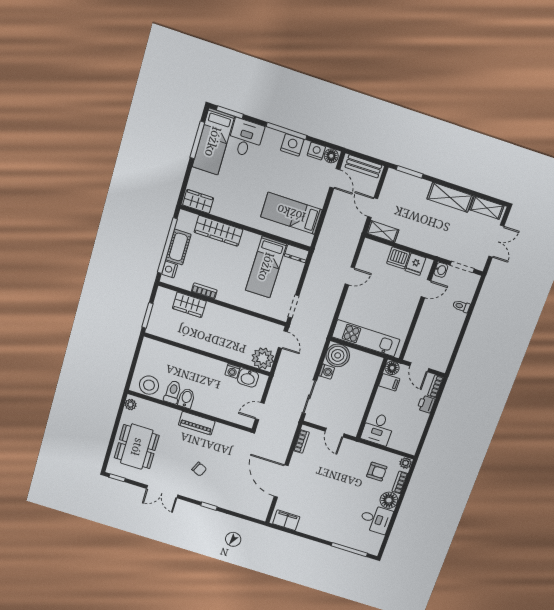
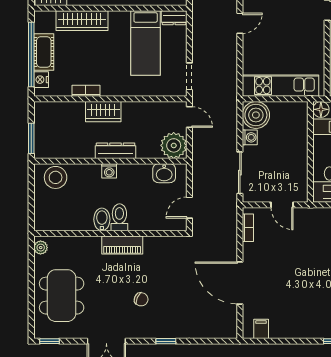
wardrobe: (189, 305) -> (103, 112), moved
dresser: (214, 347) -> (116, 151), added
washing machine: (232, 371) -> (109, 171), moved
stool: (149, 385) -> (56, 177), moved
toilet: (173, 392) -> (119, 217), moved
filing cabinet: (286, 520) -> (261, 329), width x0.50

